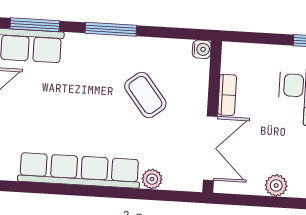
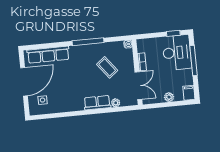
window: (35, 25) -> (55, 45), removed
window: (111, 29) -> (88, 42), width x1.44
row of seats: (79, 170) -> (97, 103), width x0.50

